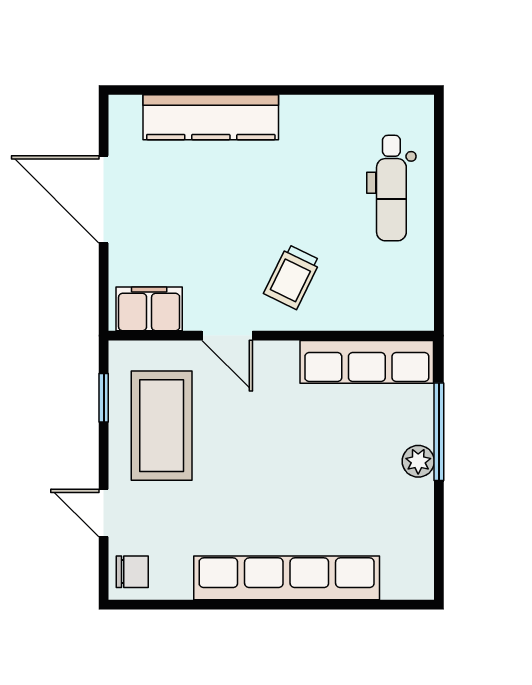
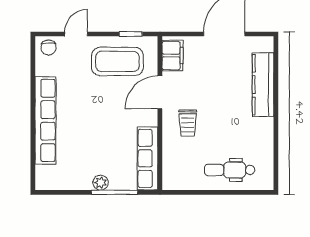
trolley: (292, 277) -> (188, 123), turned -116
door: (227, 336) -> (160, 92), width x1.37

